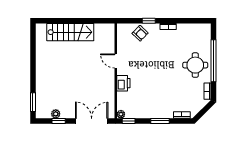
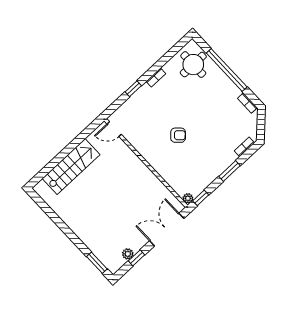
armchair: (140, 33) -> (178, 135), moved
door: (116, 61) -> (114, 129), moved
round table: (195, 65) -> (193, 65), moved
printer: (123, 83) -> (164, 168), removed

